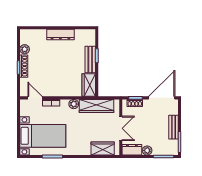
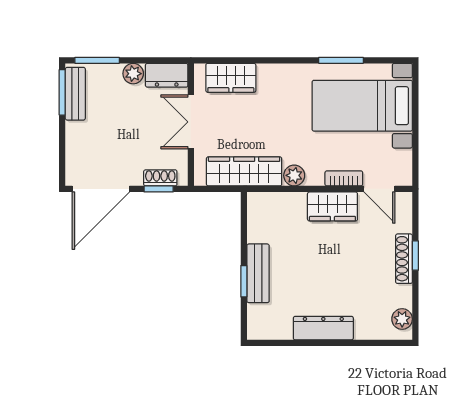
plant: (25, 49) -> (402, 319), moved
wardrobe: (89, 85) -> (332, 206), moved, turned 90
bench: (174, 127) -> (75, 94), moved

